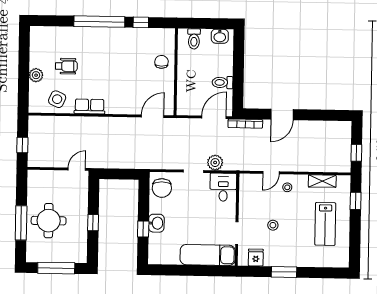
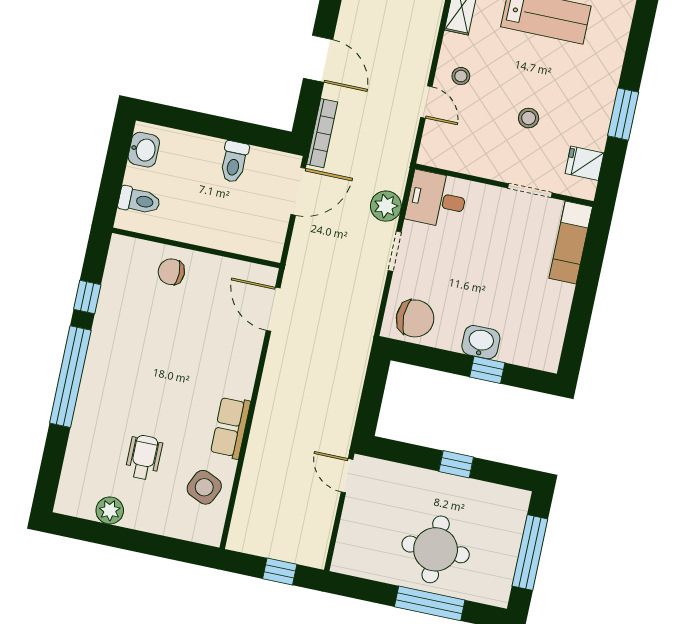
plant: (36, 75) -> (110, 510), moved
door: (214, 117) -> (298, 191), swing flipped
exam couch: (208, 255) -> (571, 242), width x0.73, depth x0.69

